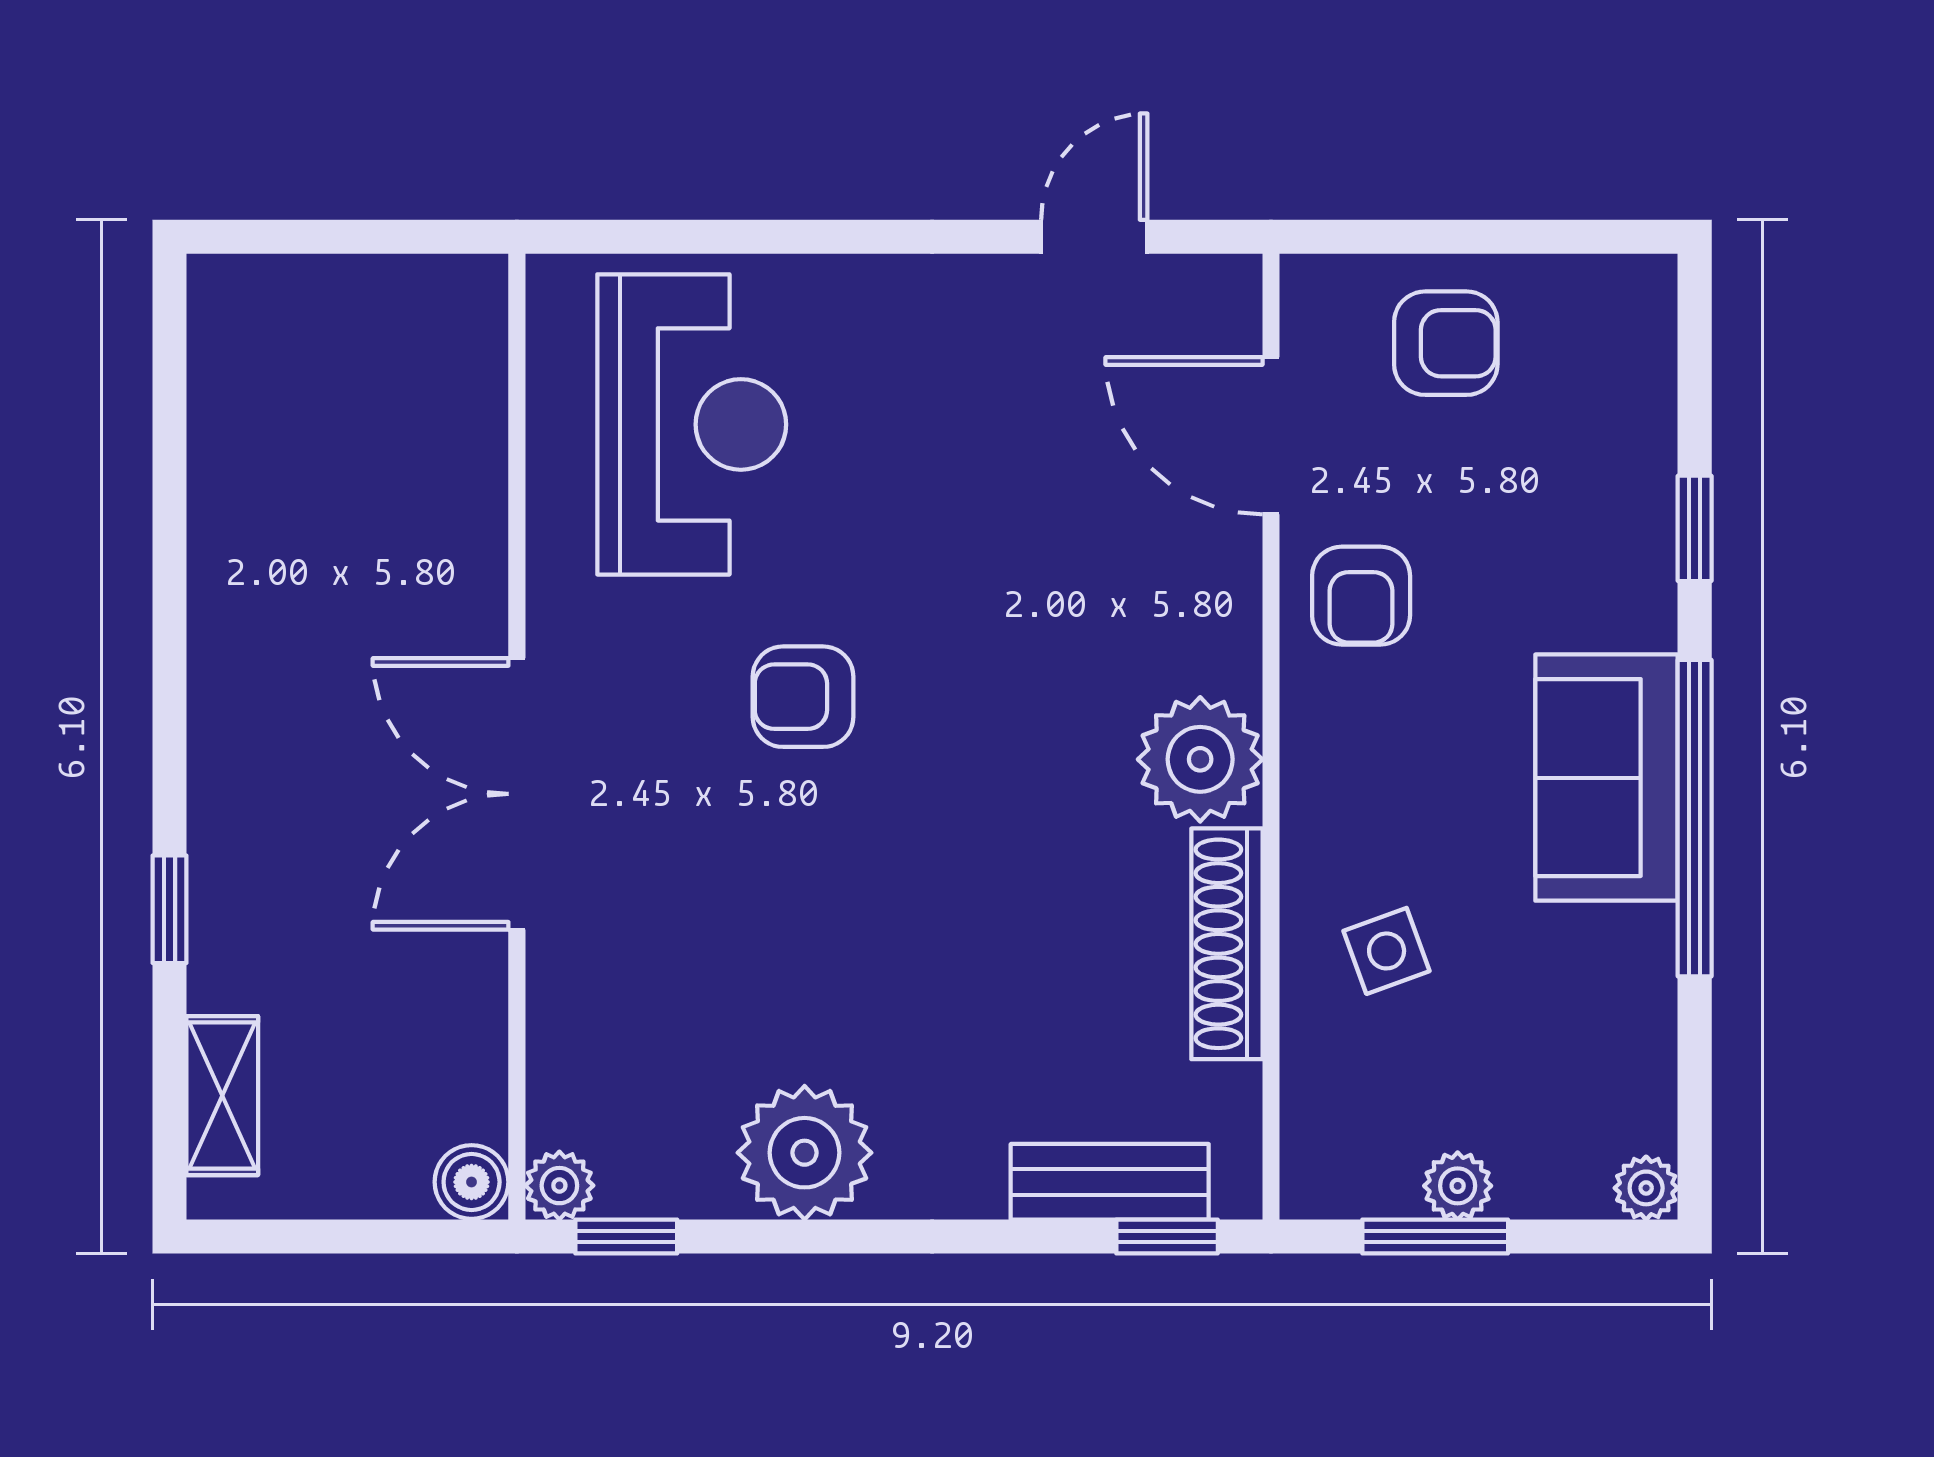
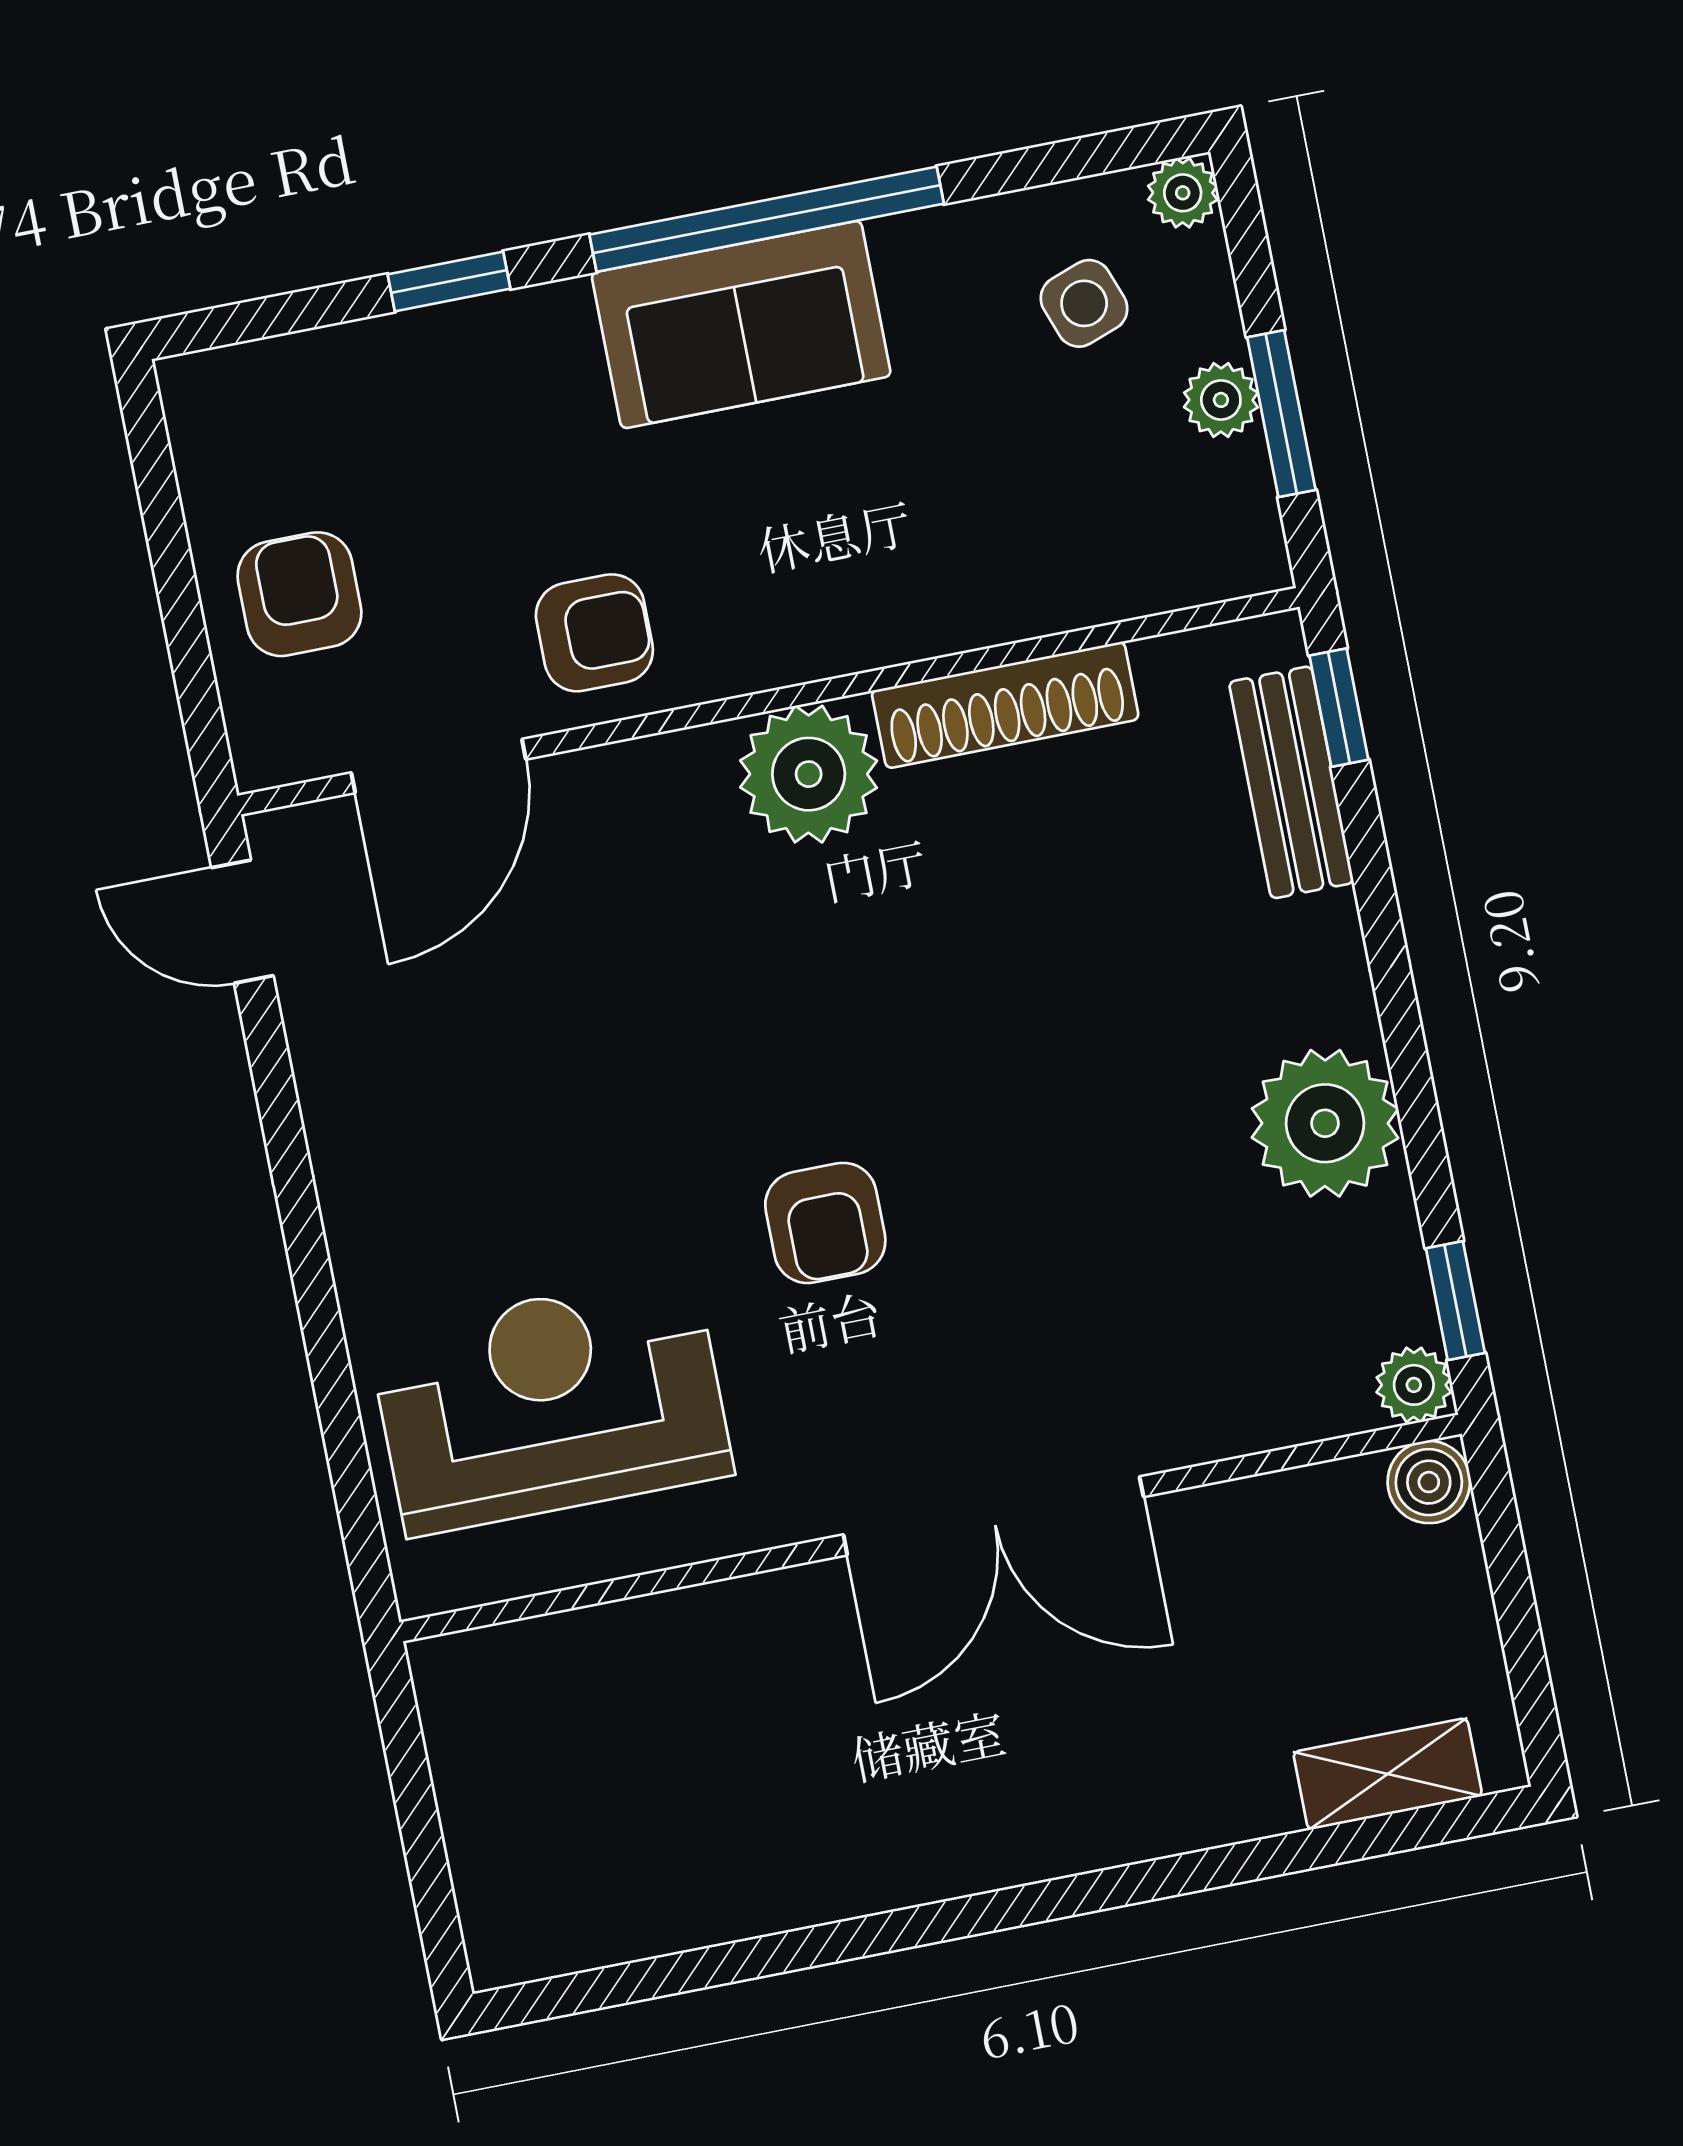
door: (1094, 237) -> (242, 922), moved
window: (170, 909) -> (1195, 1872), removed
side table: (1387, 951) -> (1084, 303), moved

